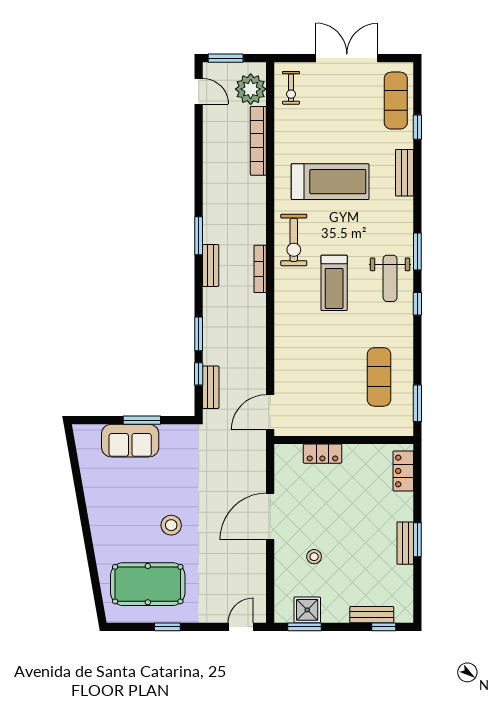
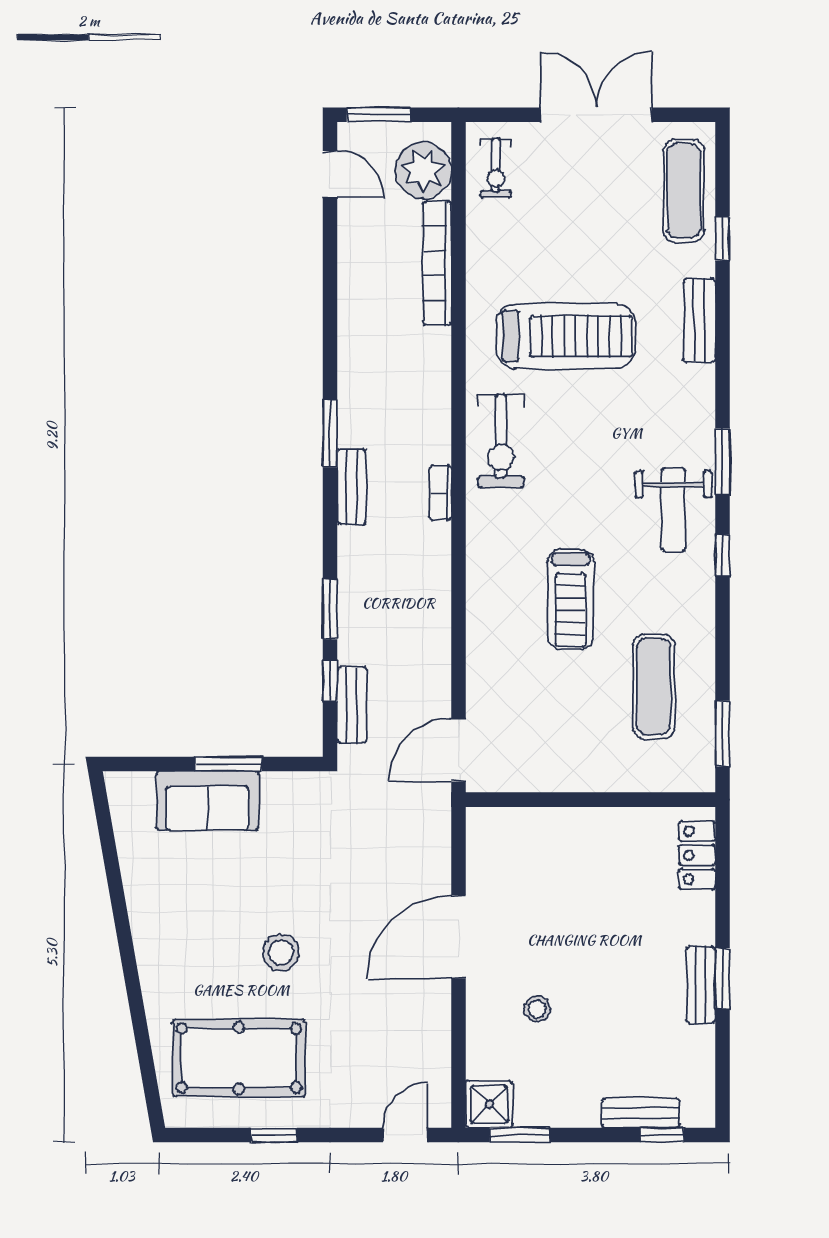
bookcase: (260, 269) -> (440, 493), width x0.64
treadmill: (334, 283) -> (571, 599), moved
locker: (322, 454) -> (552, 824), removed
shower: (307, 610) -> (489, 1104), moved

